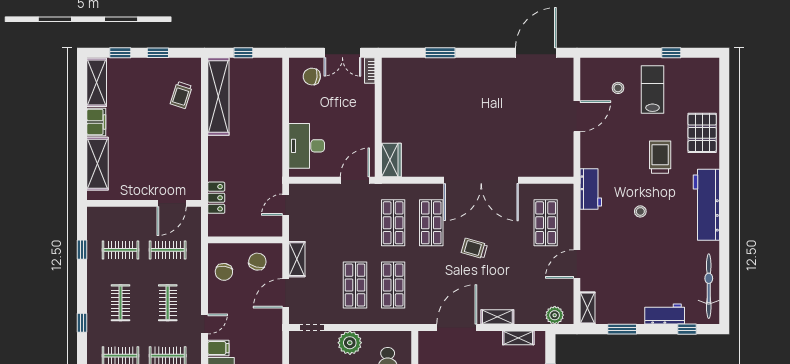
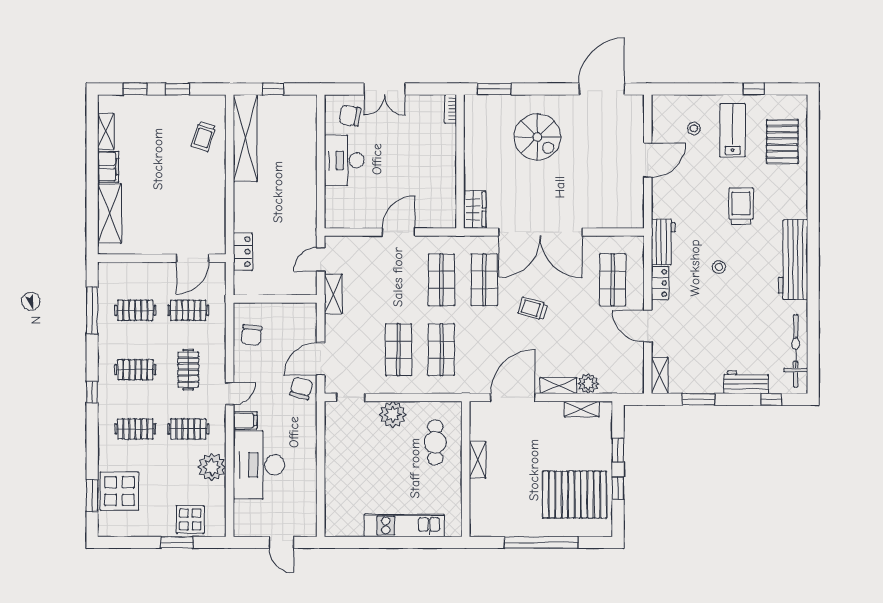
bookcase: (370, 71) -> (451, 109), moved
shelving: (97, 82) -> (106, 131), width x0.67, depth x0.75
spiral stairs: (479, 96) -> (537, 137), added
wall: (378, 117) -> (460, 161), moved
pallet: (702, 133) -> (782, 142), moved
desk: (307, 146) -> (344, 160), moved
wardrobe: (391, 160) -> (475, 209), moved
locker: (588, 226) -> (660, 283), added
window: (82, 250) -> (92, 310), width x2.17
shelving: (297, 259) -> (333, 294), moved
chair: (257, 262) -> (301, 388), moved
door: (577, 264) -> (648, 326), hinge flipped
clothes rail: (120, 303) -> (135, 370), turned 90
plant: (555, 315) -> (588, 384), moved

